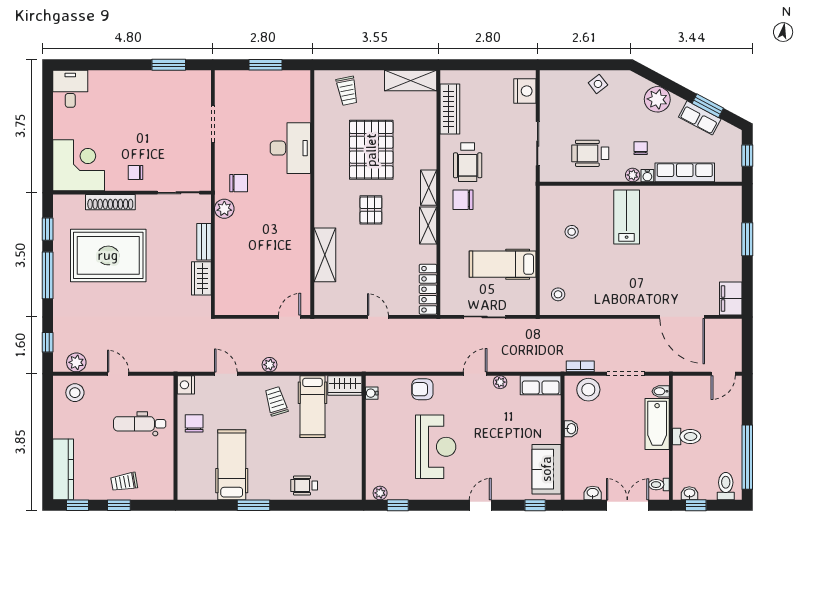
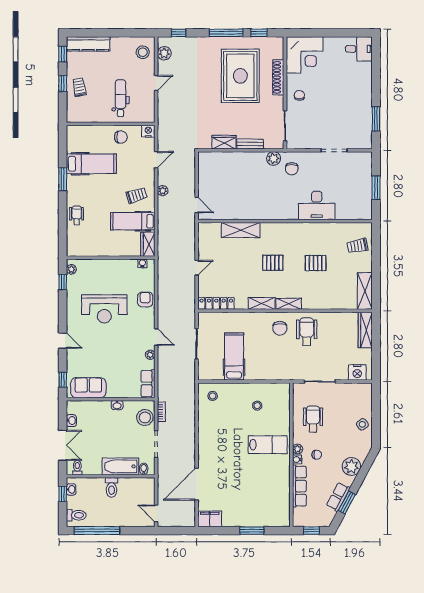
wardrobe: (450, 109) -> (365, 330), moved, turned 90
pallet: (371, 150) -> (316, 263), width x0.49, depth x0.50
wheelchair: (468, 162) -> (307, 332), turned 90
chair: (463, 200) -> (280, 328), turned 180

